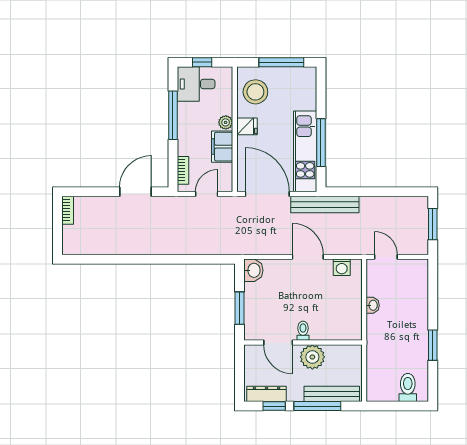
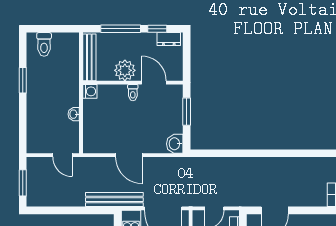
washing machine: (342, 267) -> (90, 91), moved, turned 90
dresser: (267, 394) -> (169, 39), width x0.70
bench: (332, 394) -> (89, 57), moved, turned 90

